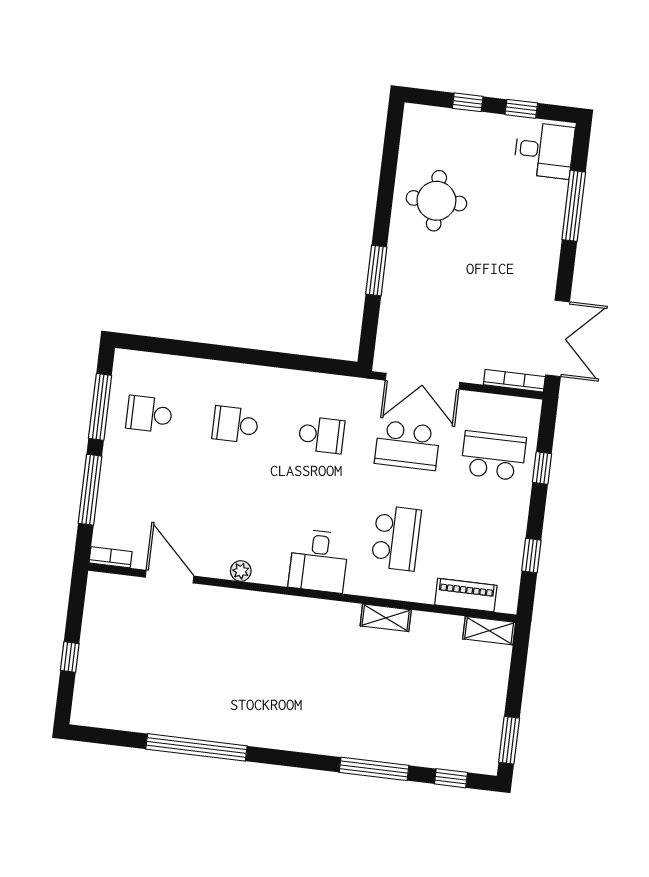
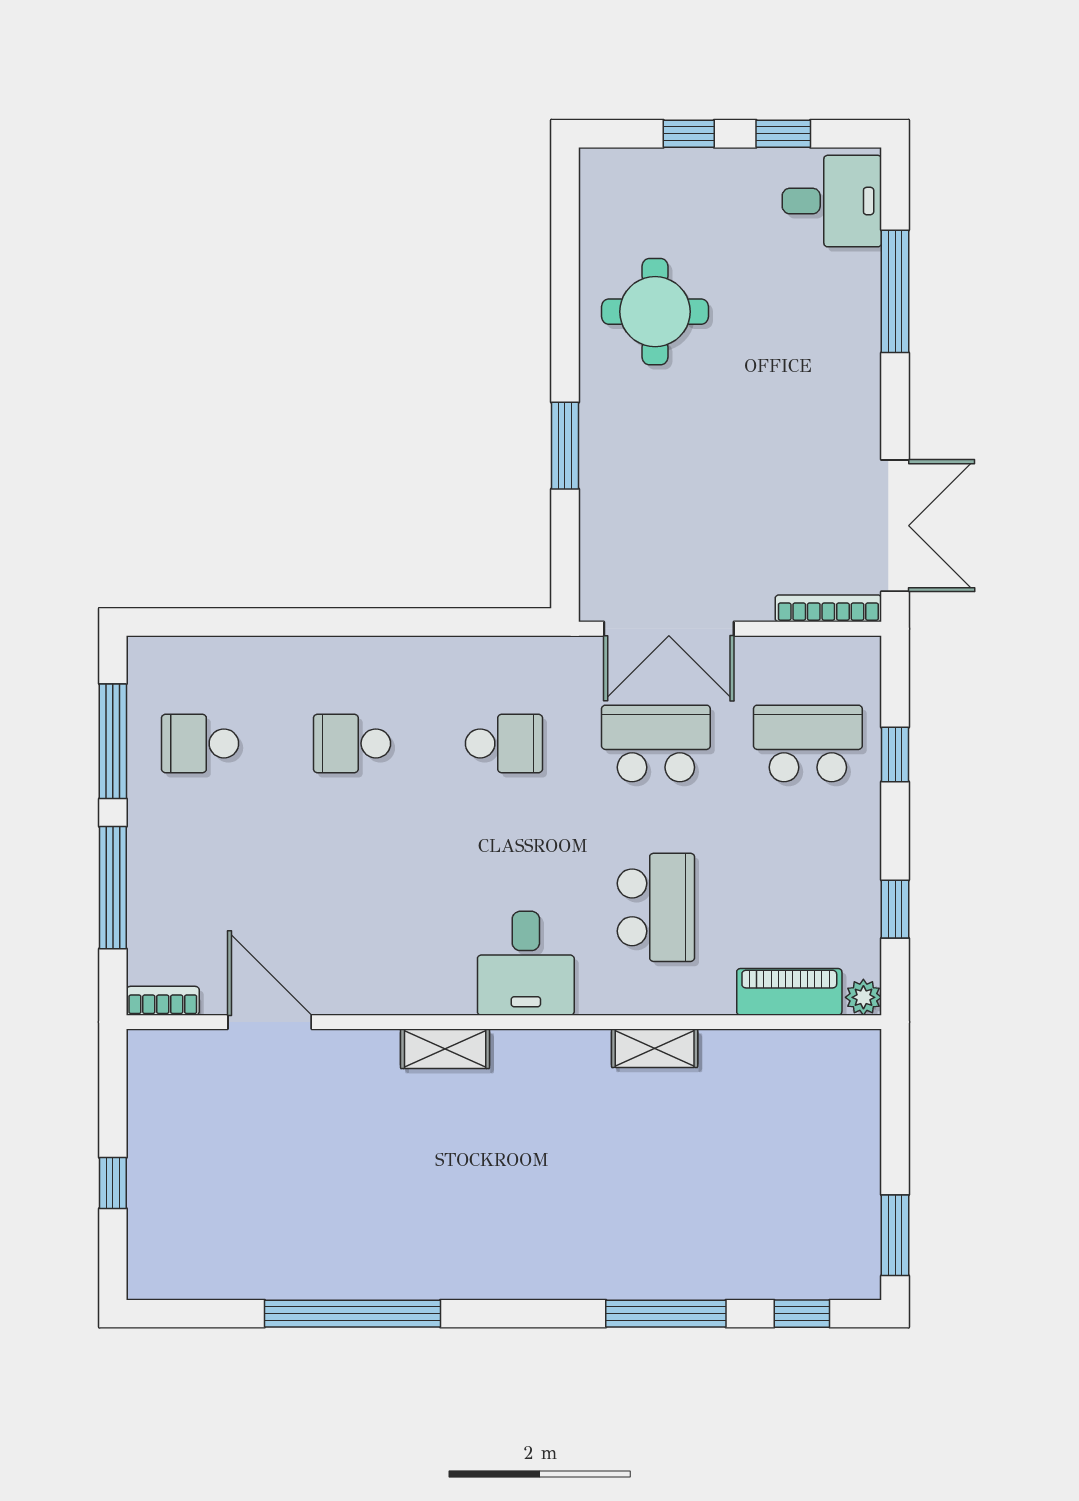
school desk: (407, 445) -> (656, 743), turned 180
plant: (241, 571) -> (863, 997), moved
shelving: (489, 631) -> (445, 1049), moved

